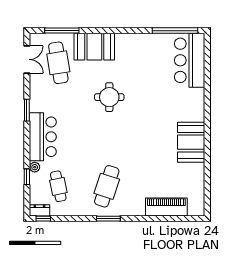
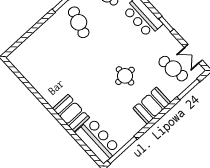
booth: (94, 47) -> (152, 106), moved
booth: (191, 142) -> (71, 113), moved
piano: (166, 207) -> (33, 42), removed

